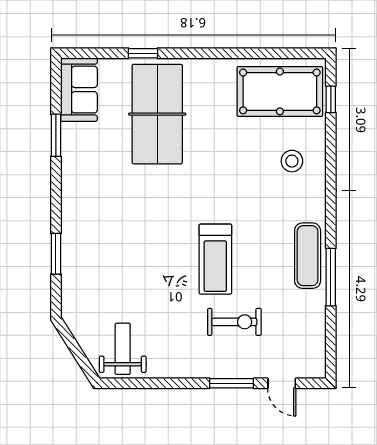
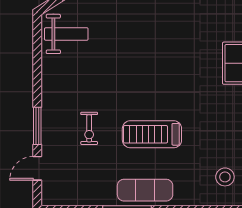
treadmill: (215, 259) -> (152, 134), moved
exercise bike: (234, 322) -> (89, 128), width x0.73, depth x0.72

